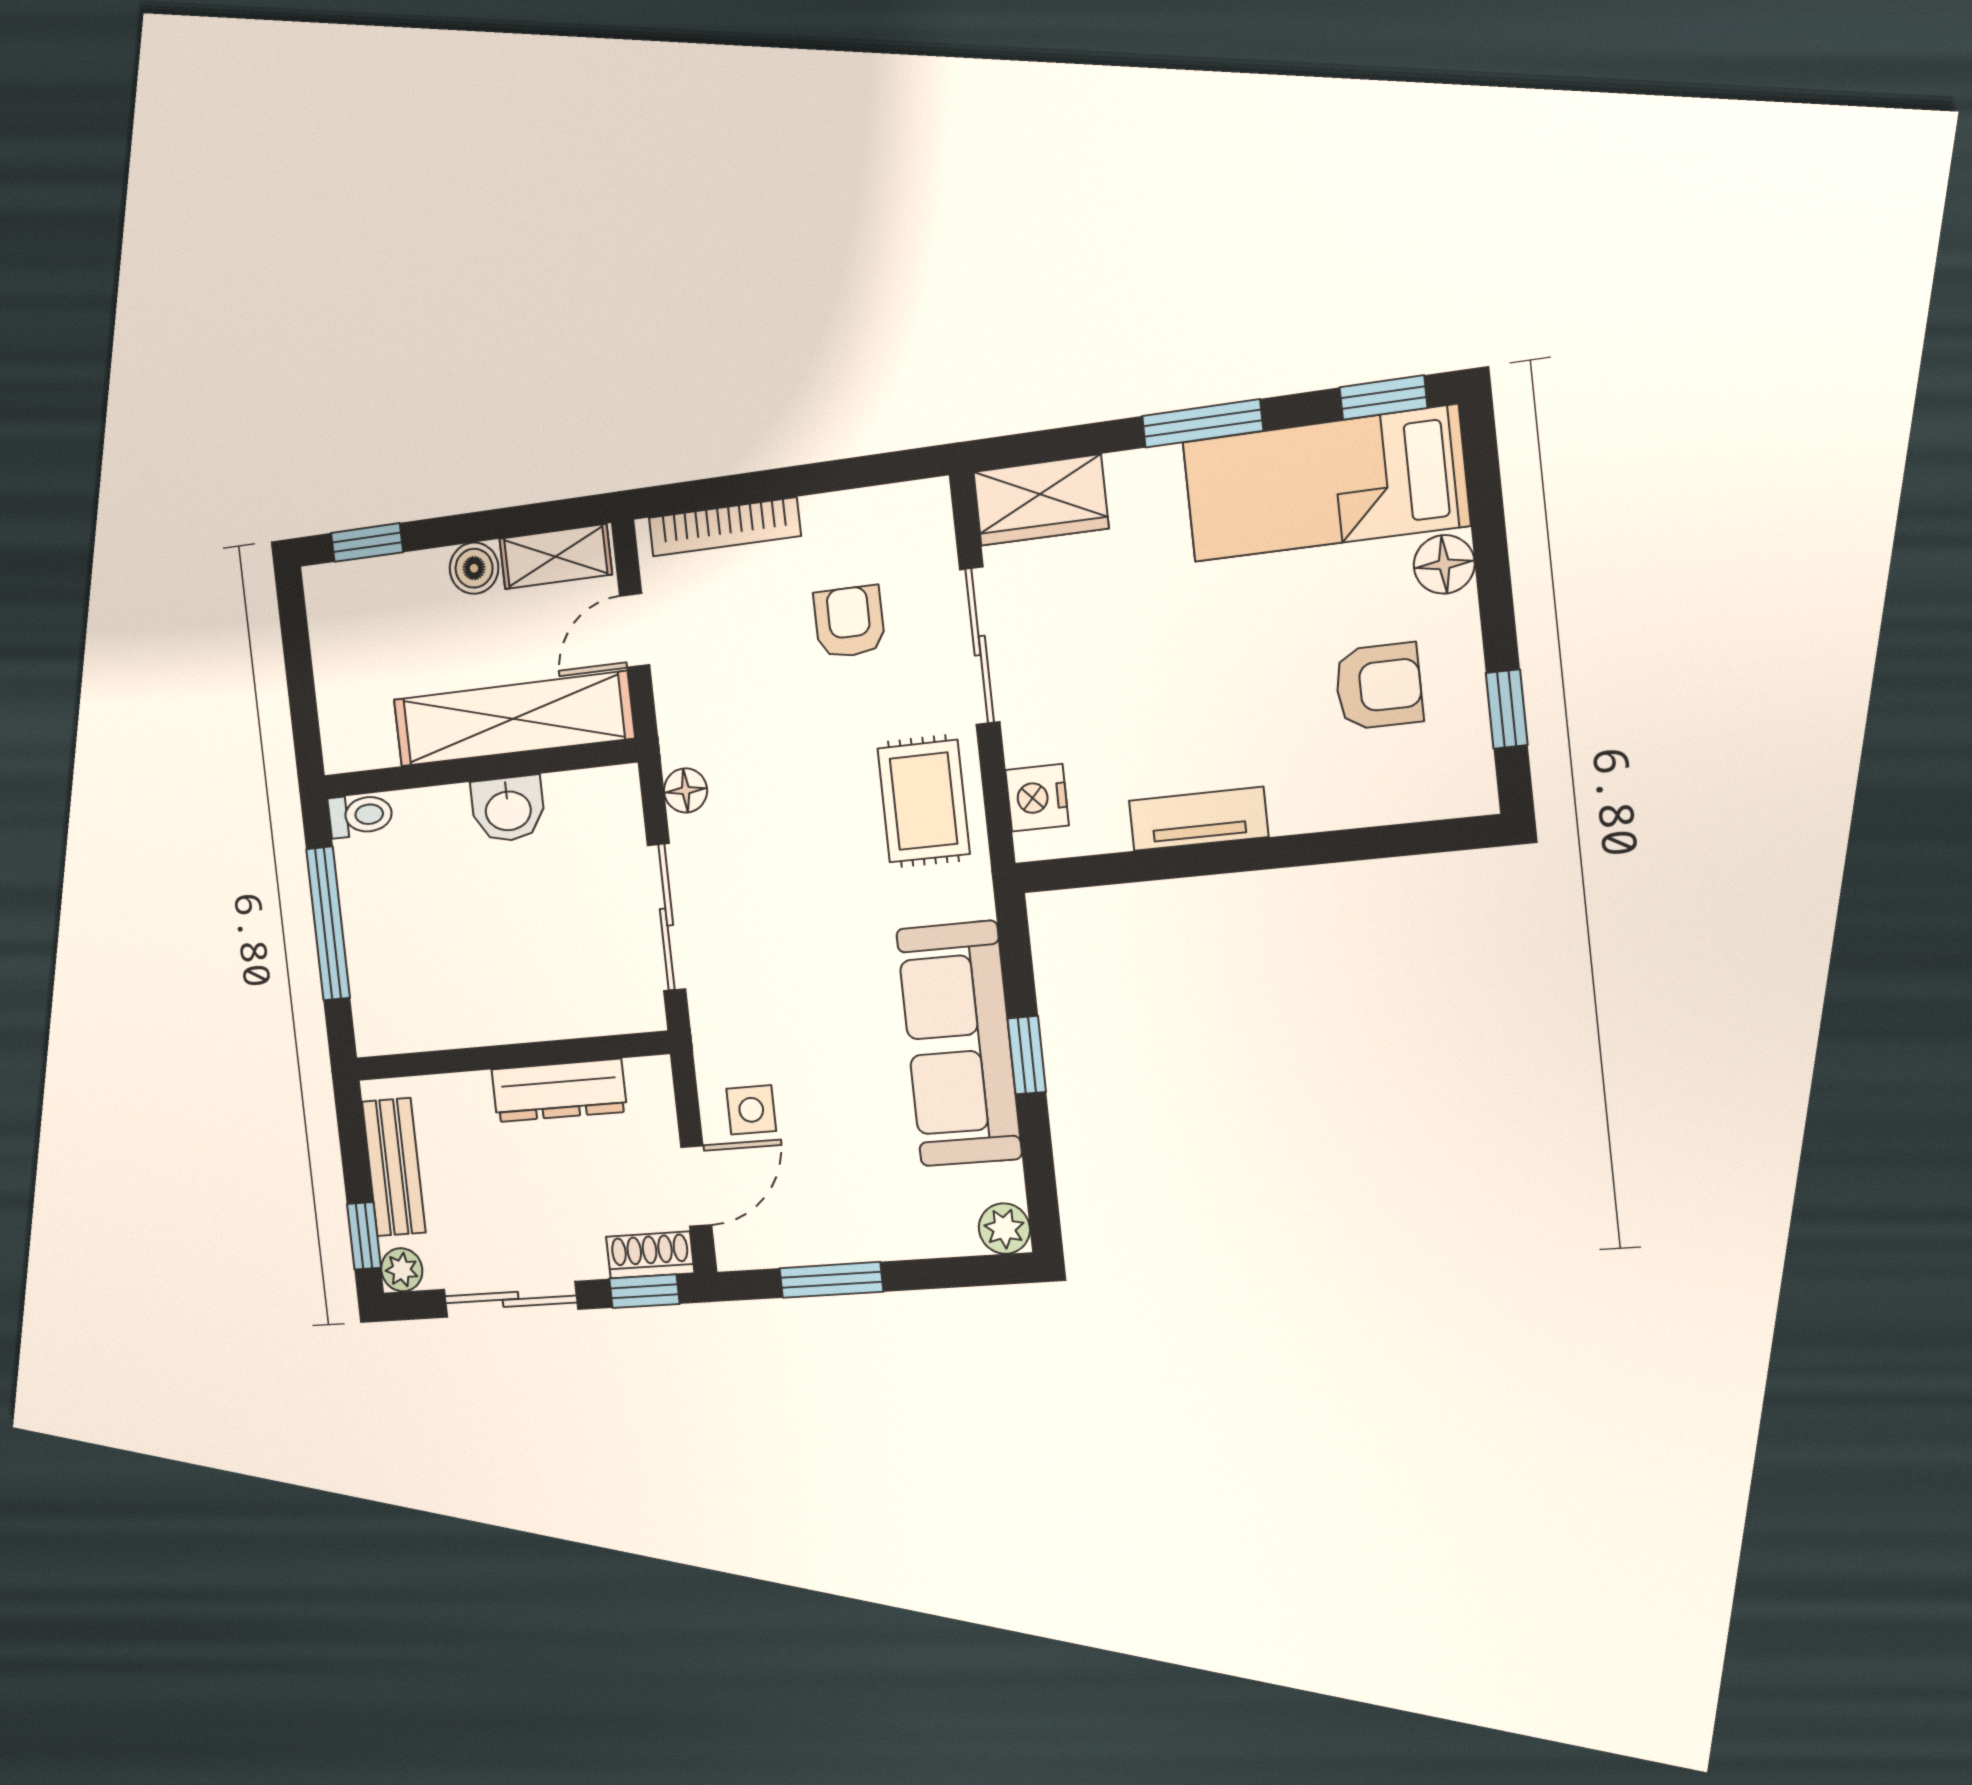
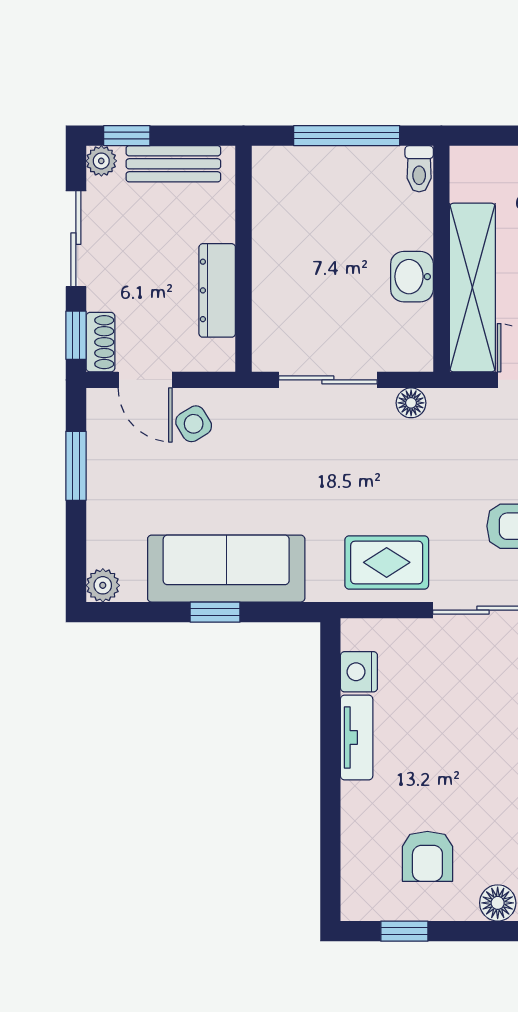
nightstand: (1037, 798) -> (359, 672), moved, turned -90
side table: (751, 1110) -> (194, 424), turned -31

